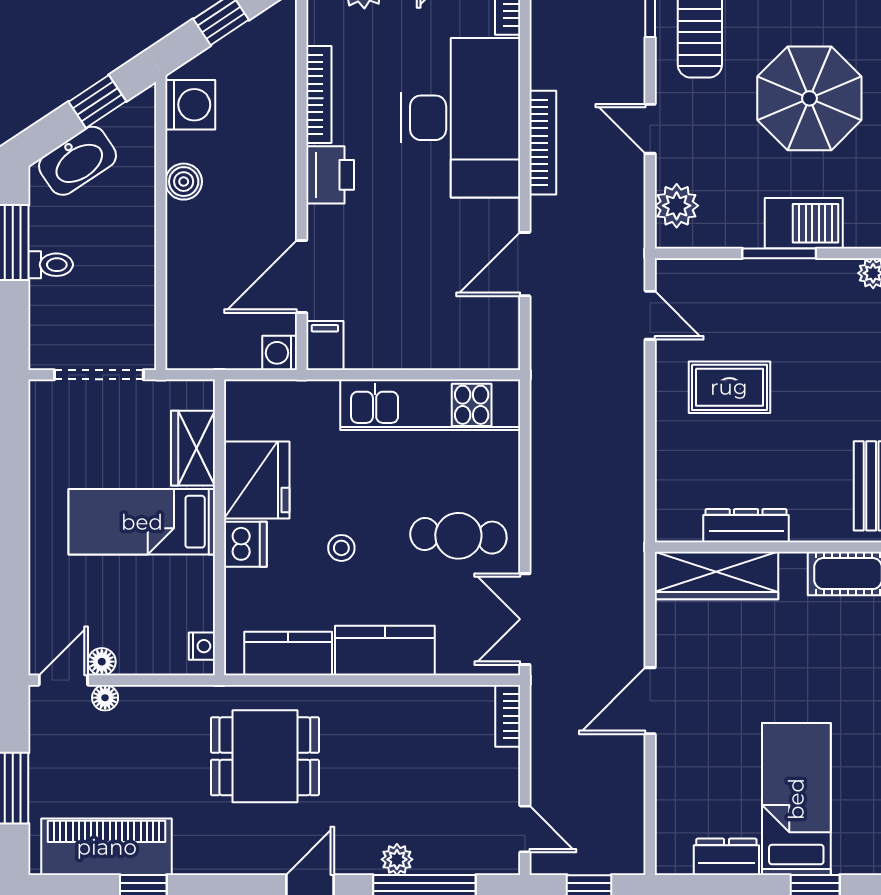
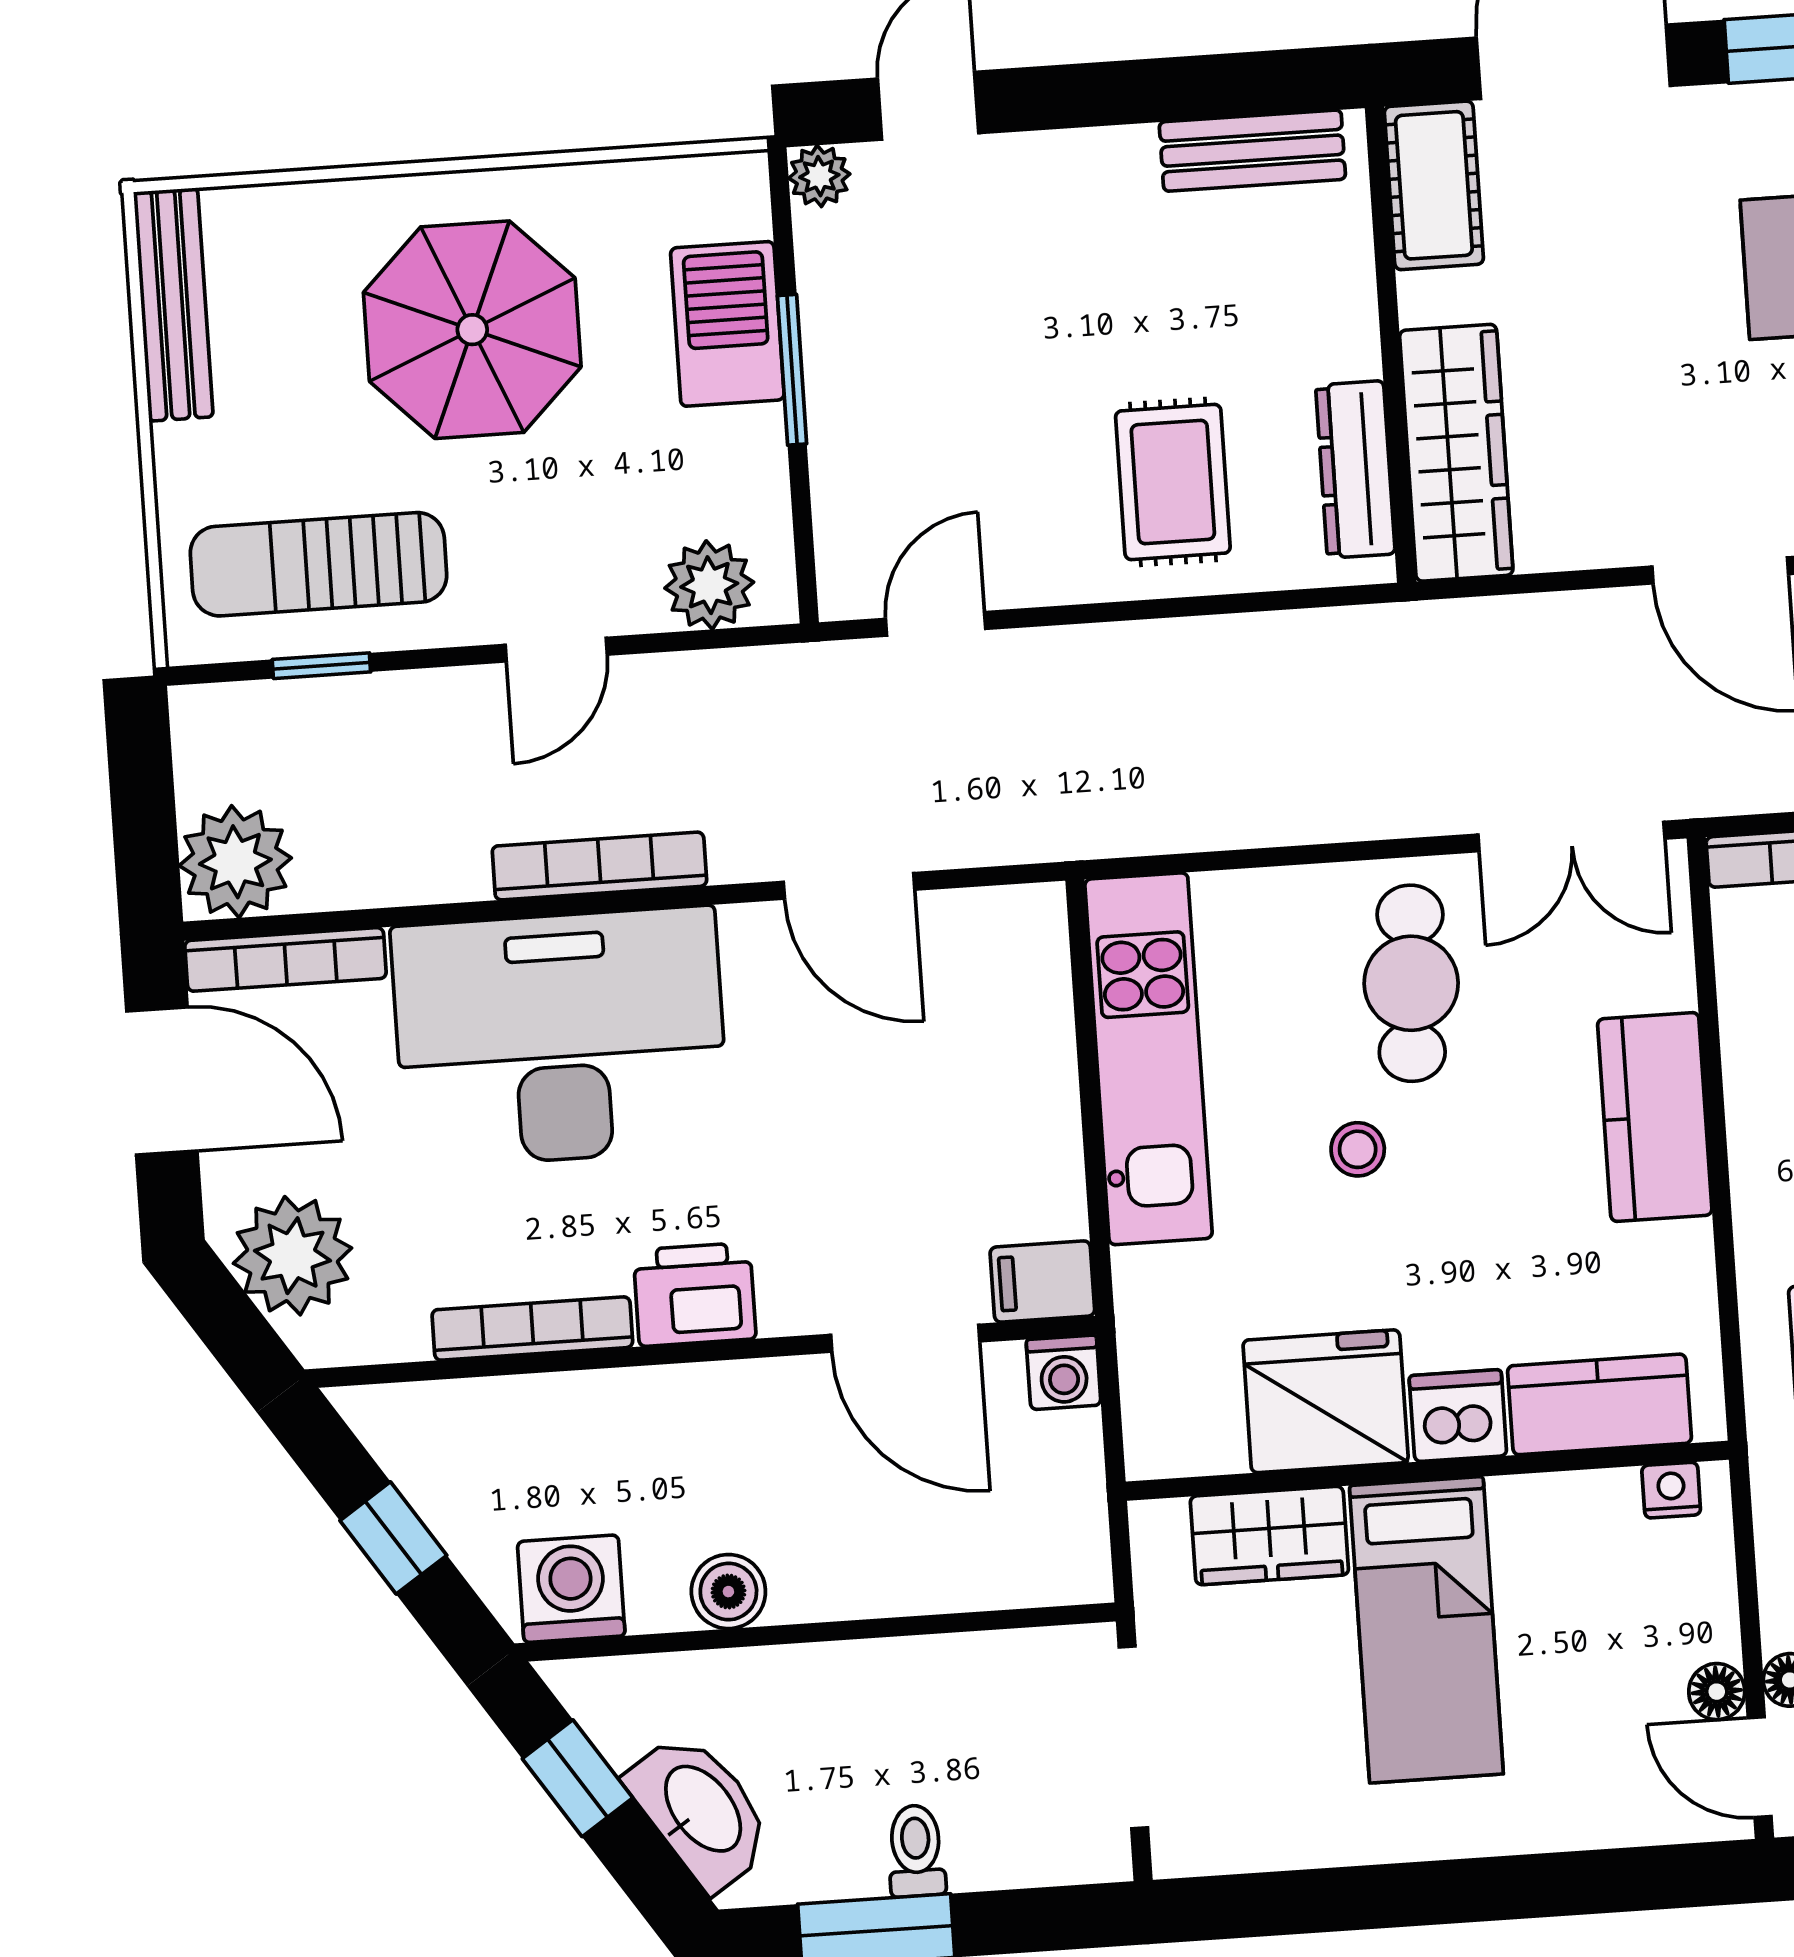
rug: (729, 387) -> (1173, 482), moved
dresser: (746, 526) -> (1355, 469), moved
stool: (341, 548) -> (1358, 1149), moved
kitchen counter: (288, 653) -> (1599, 1404), moved, turned 90

